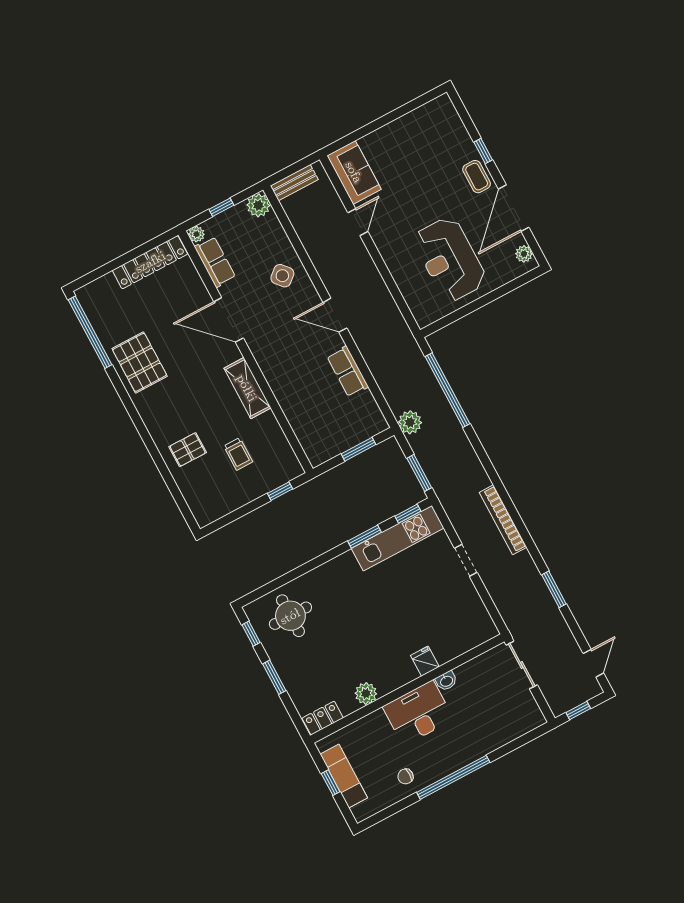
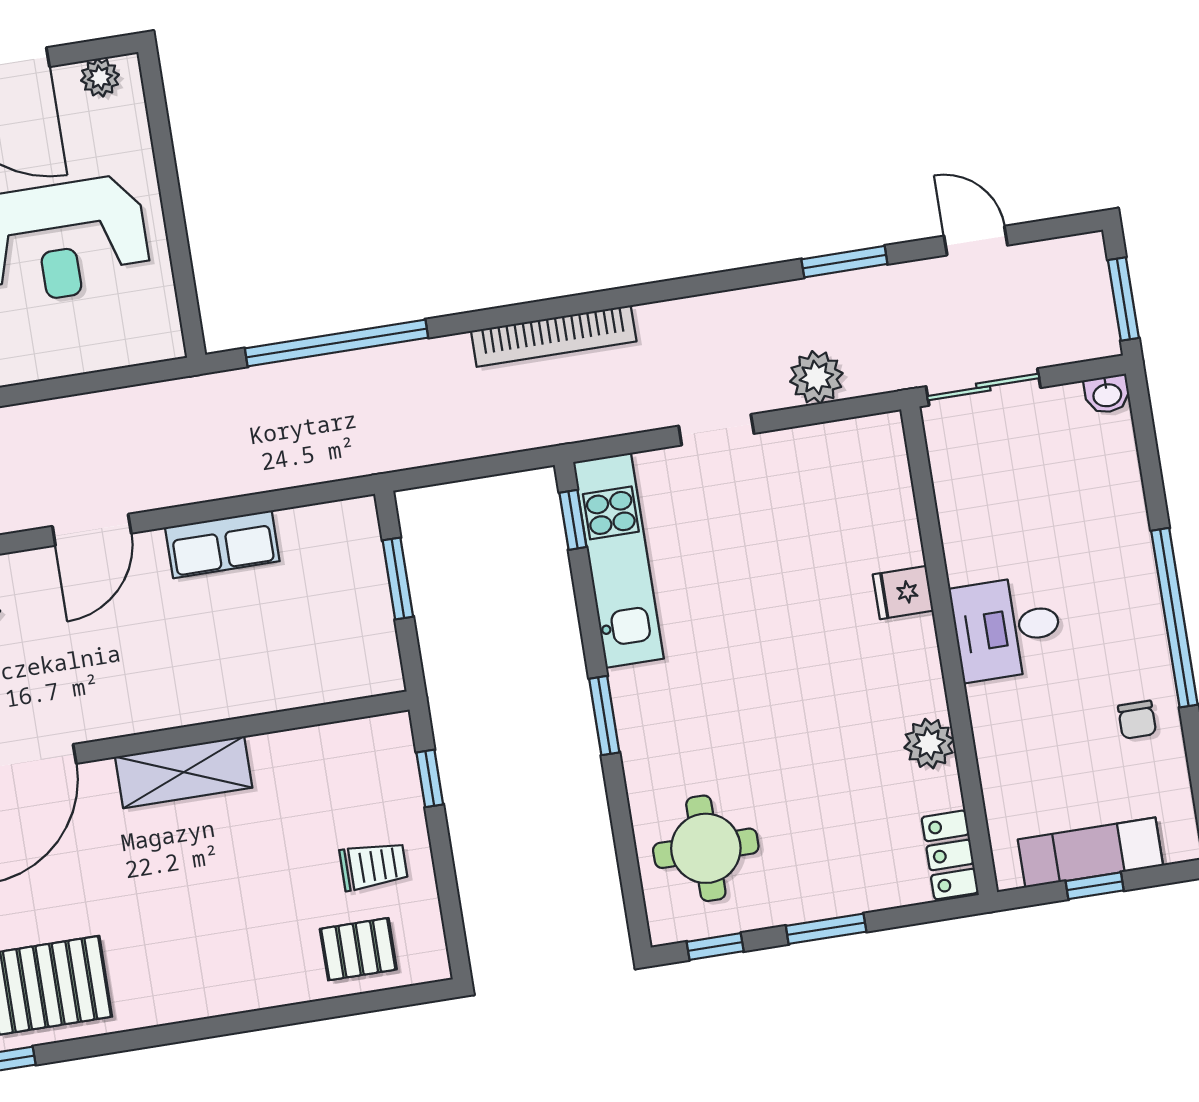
plant: (410, 422) -> (816, 377), moved
pallet: (188, 450) -> (358, 949), moved, turned 90
trolley: (238, 454) -> (374, 866), moved
window: (419, 473) -> (494, 465), removed
bookcase: (503, 520) -> (554, 336), moved
window: (365, 537) -> (604, 716), moved
door: (593, 663) -> (976, 241), moved
washbasin: (446, 681) -> (1107, 394), moved, turned 90
window: (578, 711) -> (1123, 299), width x1.50
desk: (418, 713) -> (1007, 628), width x0.73

